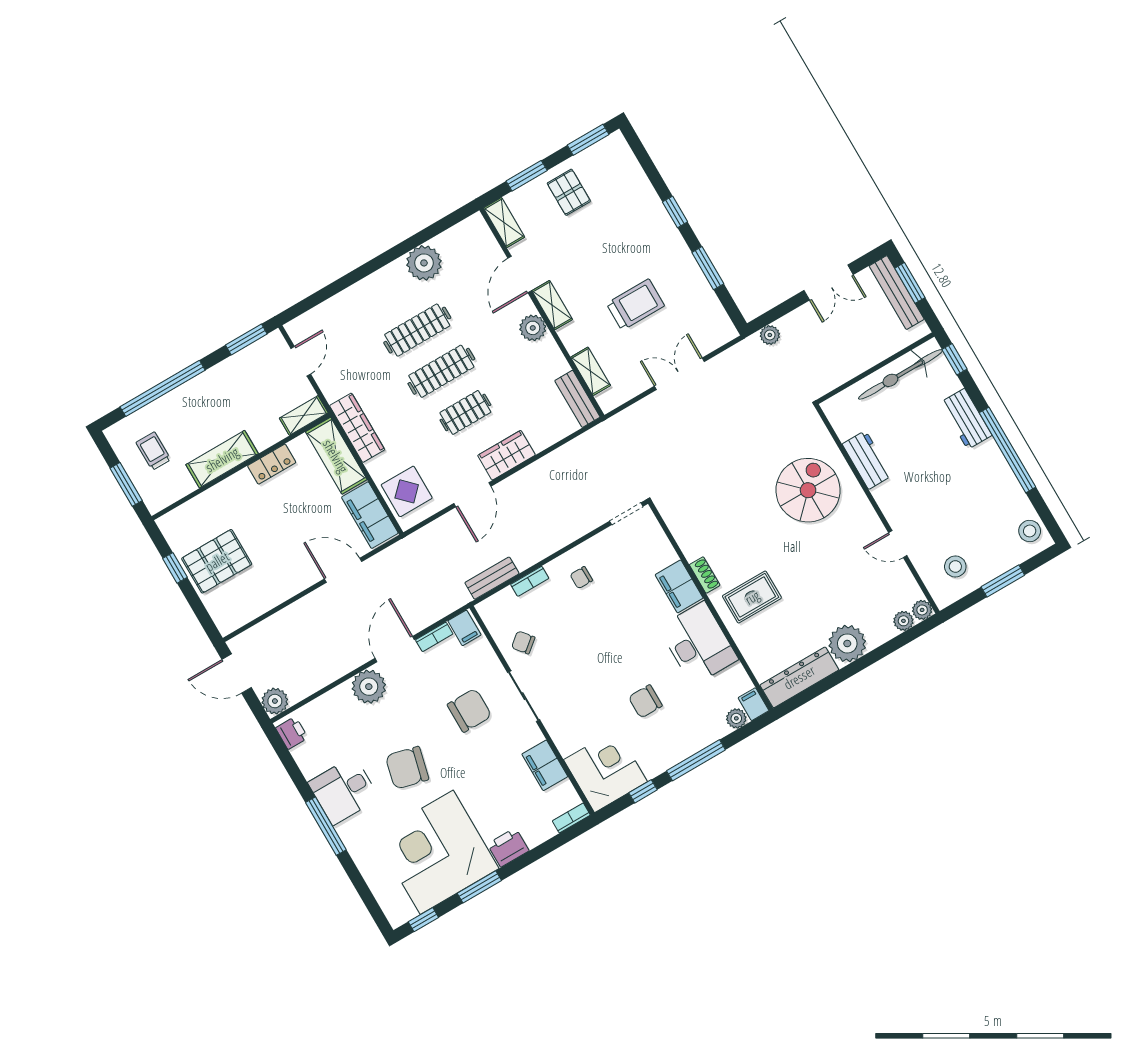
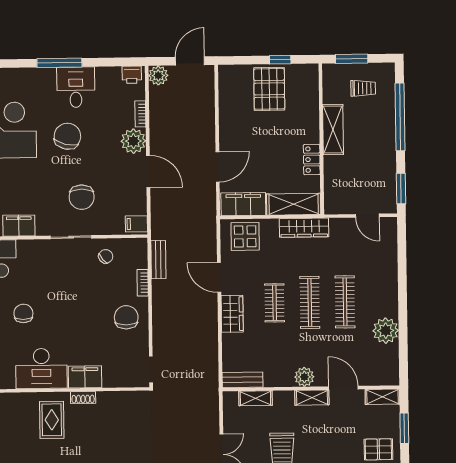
shelving: (304, 415) -> (331, 198), removed
chair: (581, 578) -> (126, 317), width x1.87, depth x1.87
bookcase: (434, 637) -> (140, 114), moved

